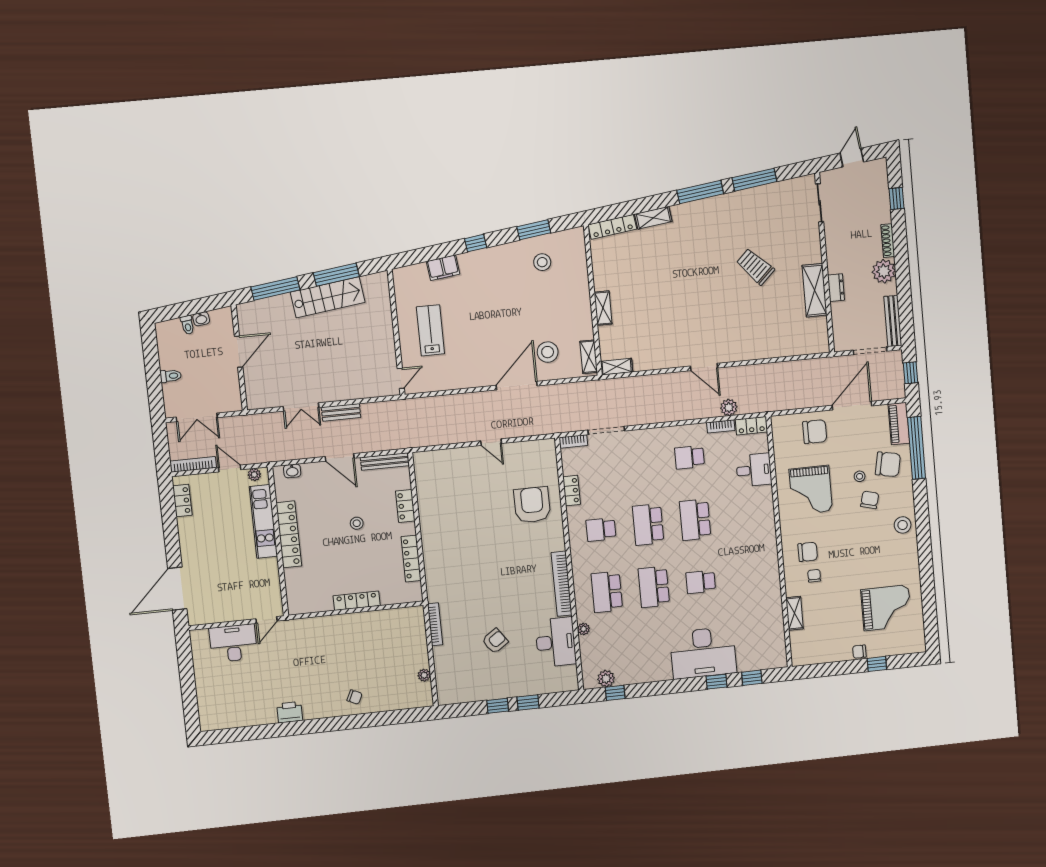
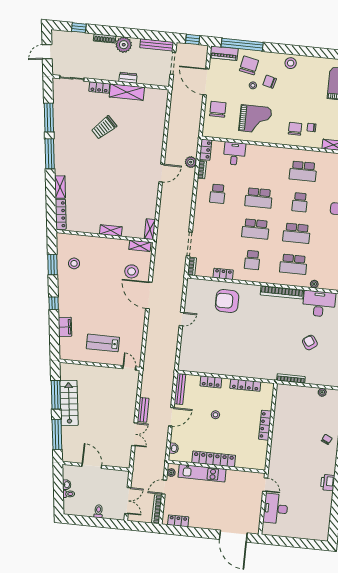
door: (852, 158) -> (47, 52), hinge flipped
locker: (814, 247) -> (99, 87), added
school desk: (747, 577) -> (303, 171), added

